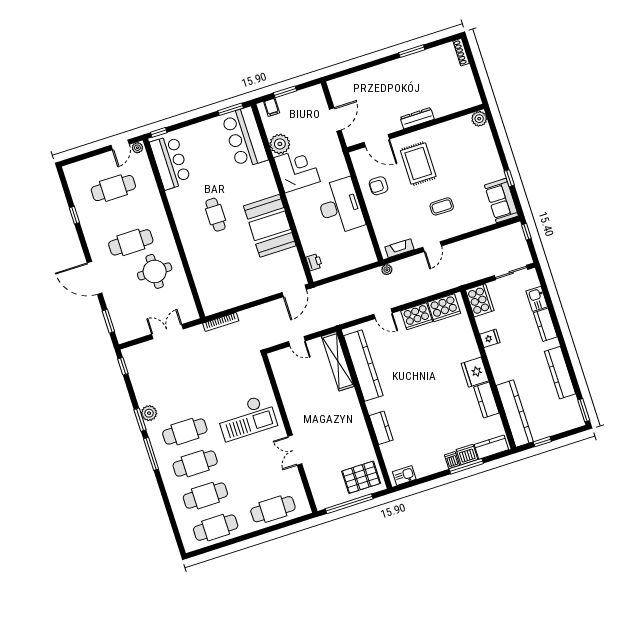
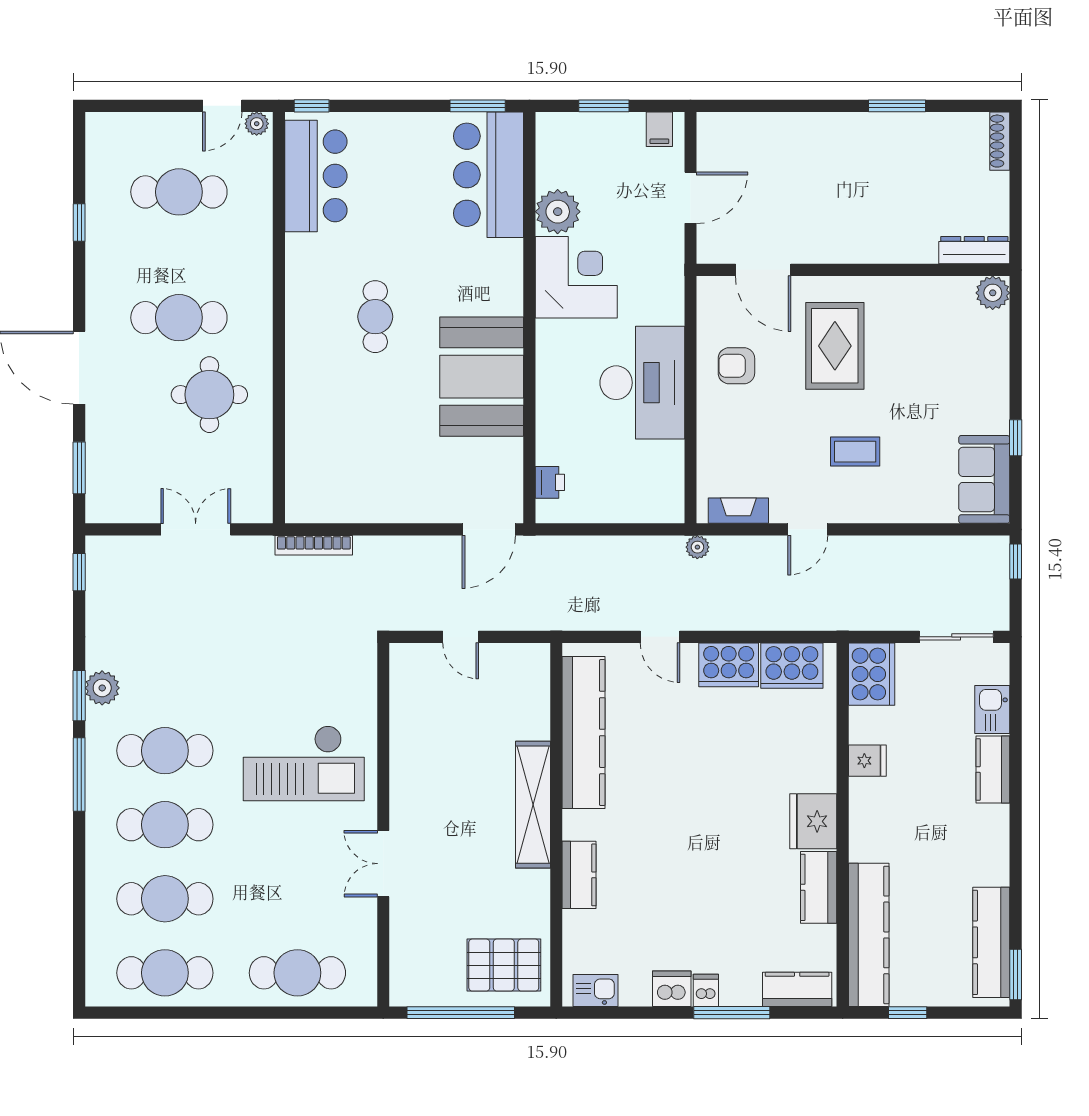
filing cabinet: (272, 107) -> (659, 129), moved
dresser: (417, 118) -> (974, 250), moved
shelving: (338, 361) -> (533, 805), moved
kitchen counter: (560, 373) -> (991, 942), moved
dishwasher: (467, 455) -> (672, 989), moved

